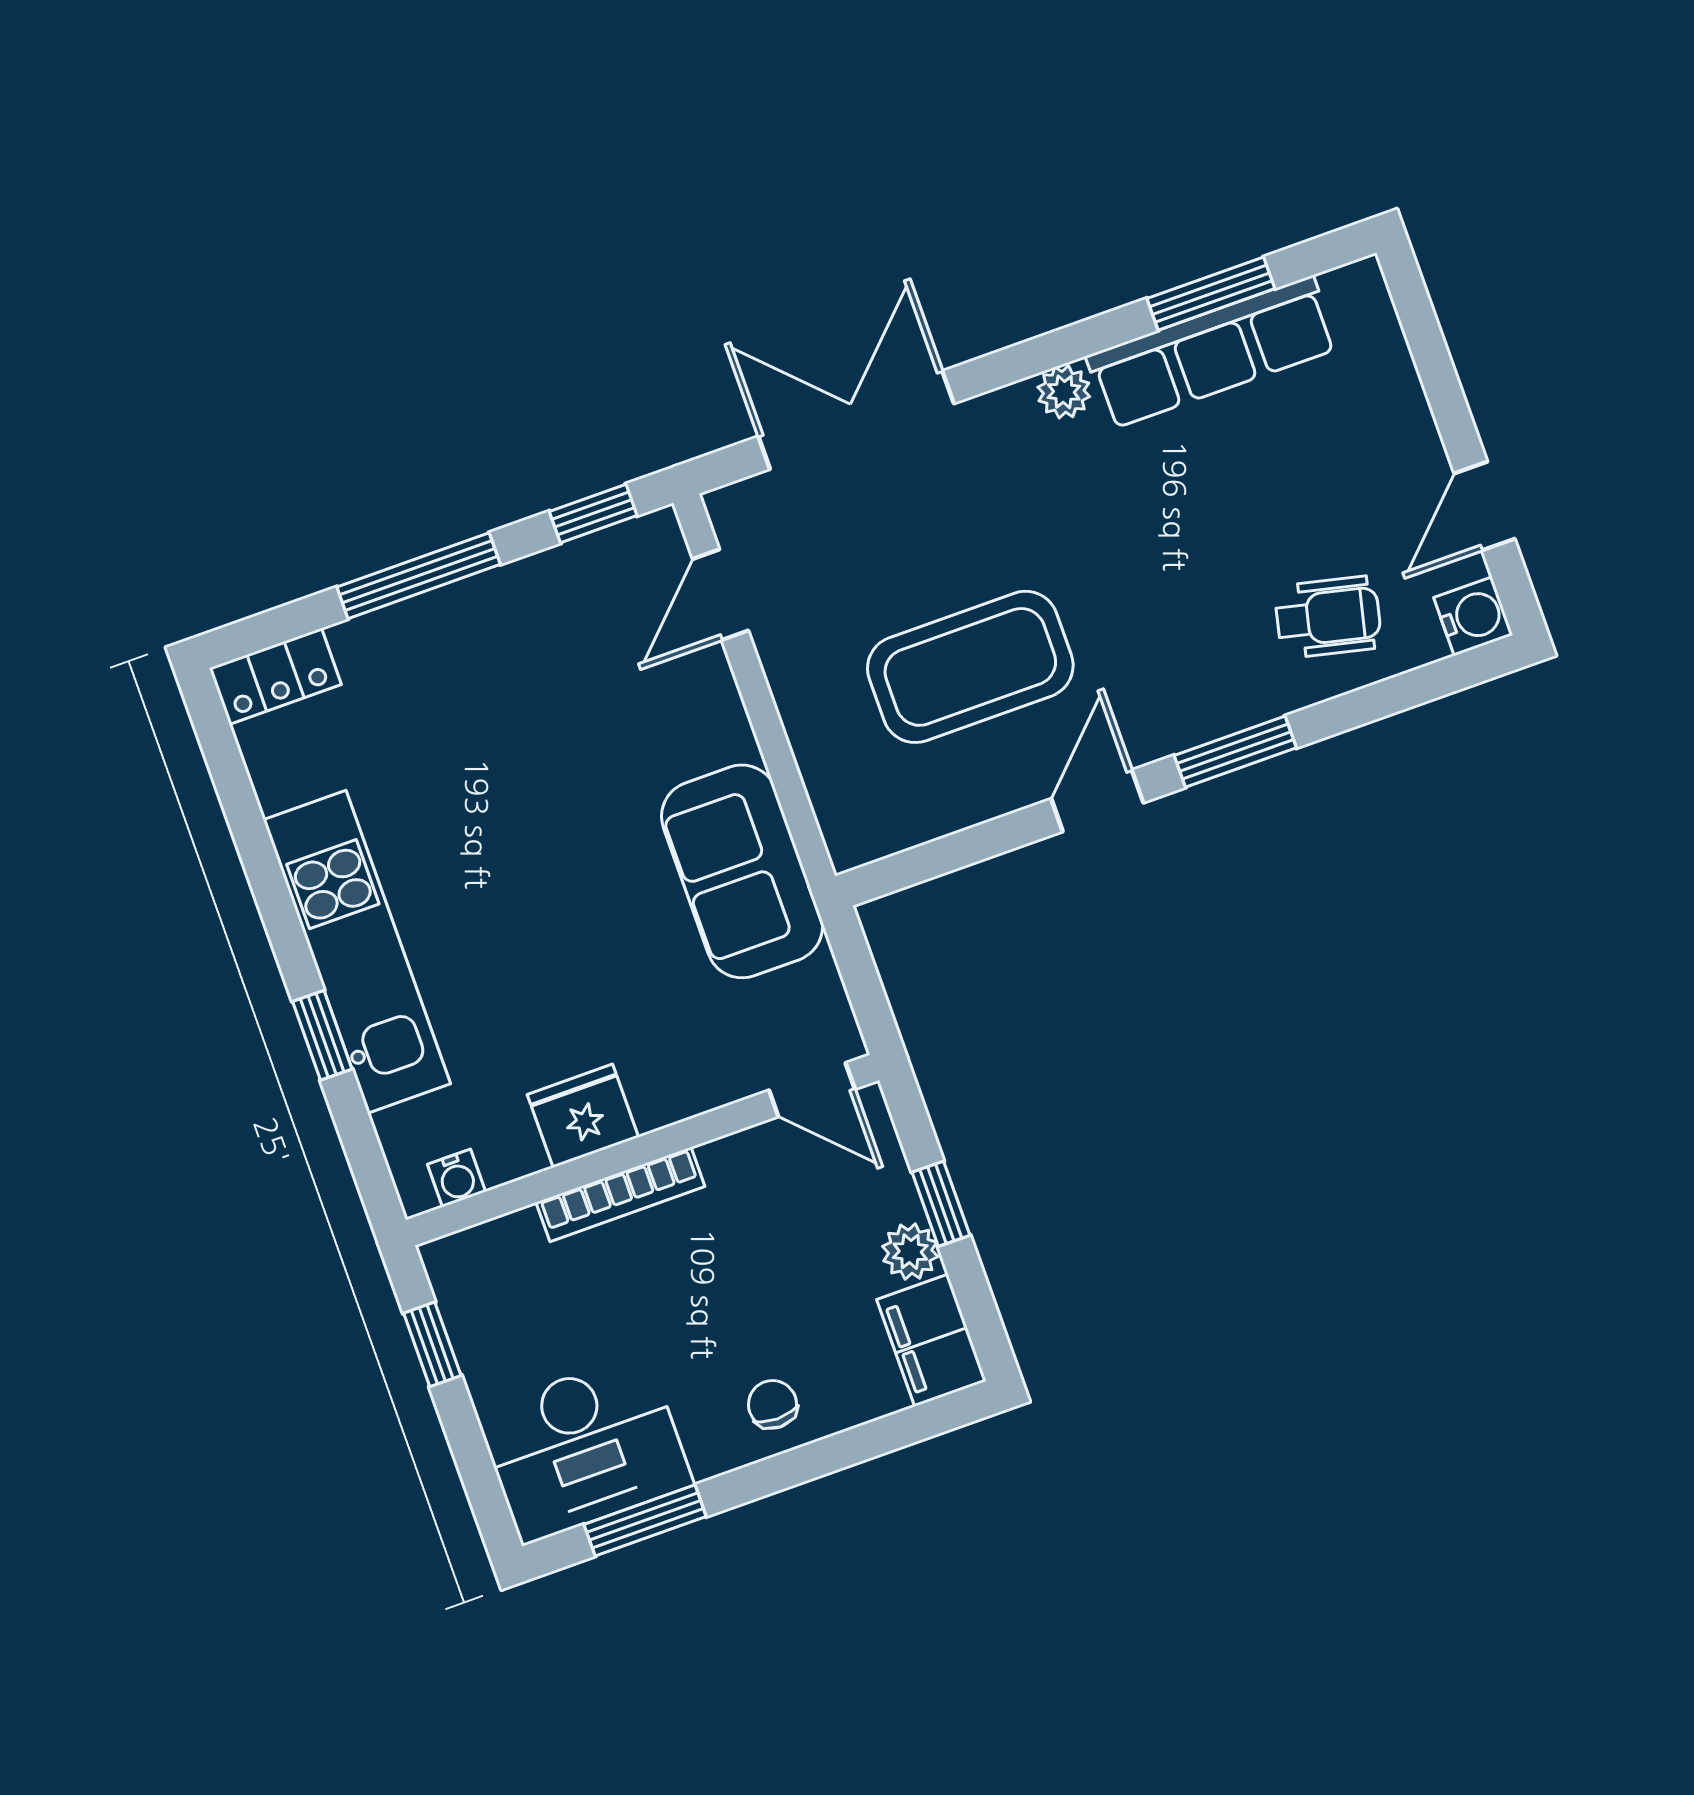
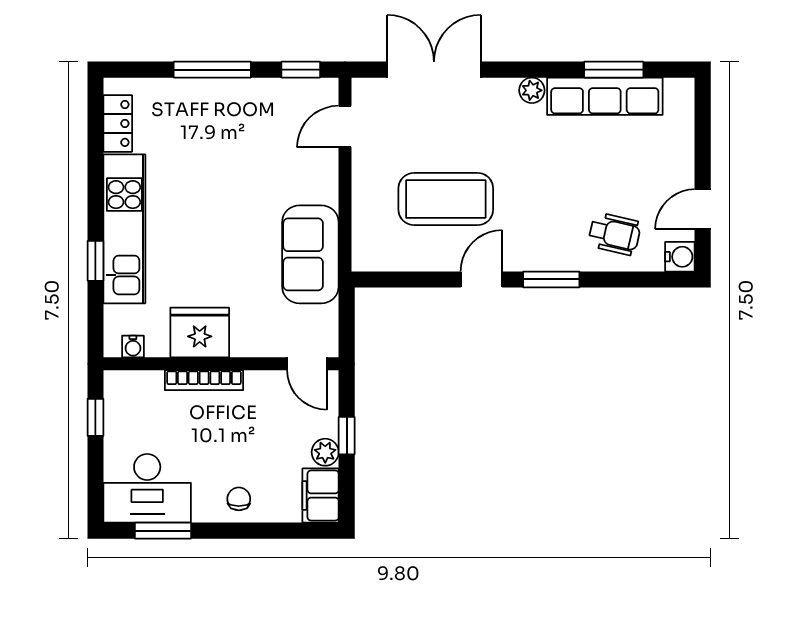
locker: (275, 676) -> (118, 123), moved, turned -90
fridge: (583, 1116) -> (200, 332), width x1.36, depth x1.34

